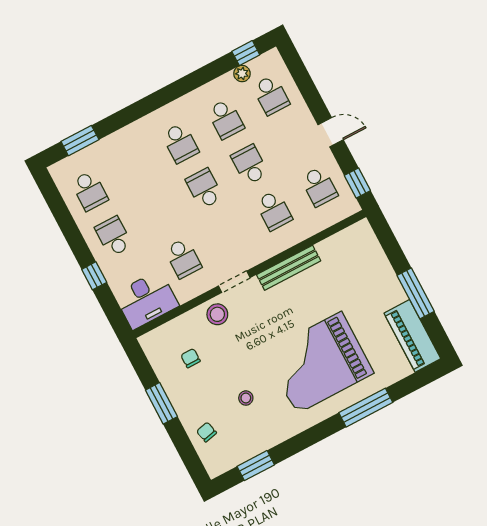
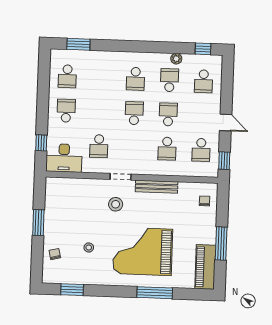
plant: (242, 74) -> (176, 59), moved
school desk: (226, 119) -> (169, 80), turned 180
window: (94, 276) -> (41, 143), moved
stool: (217, 314) -> (116, 204), moved
chair: (191, 358) -> (205, 201), moved

